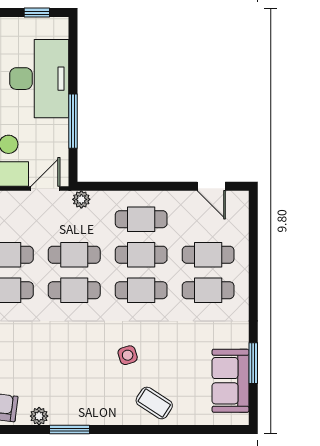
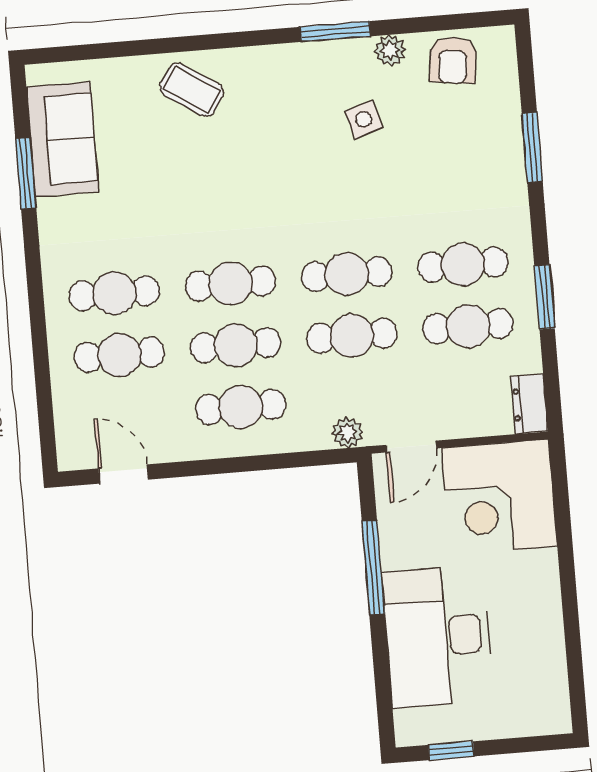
side table: (128, 355) -> (364, 119), moved

